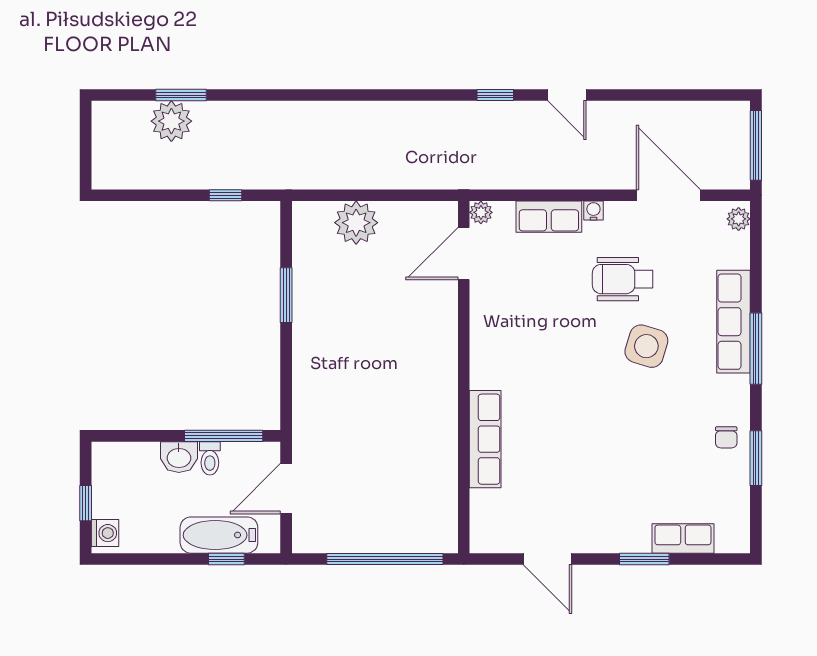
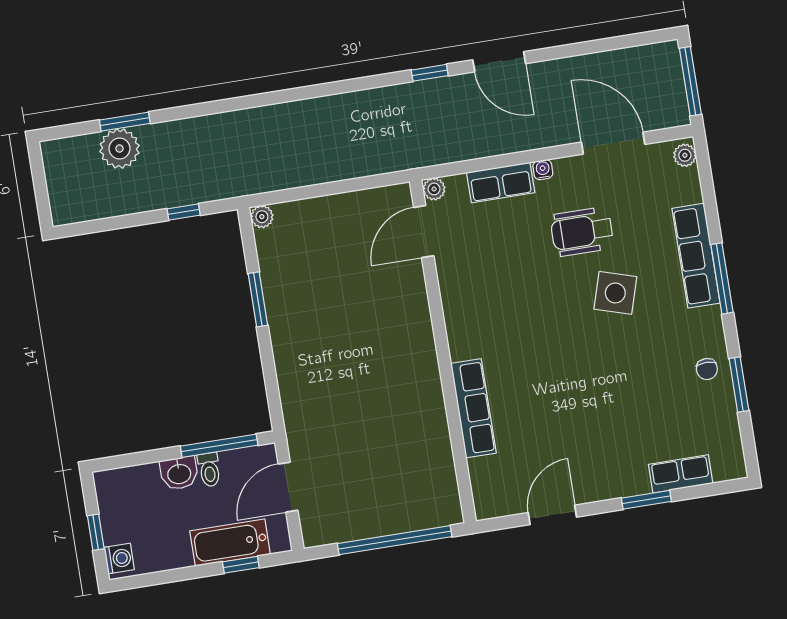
door: (567, 95) -> (499, 62), width x1.38
plant: (356, 223) -> (262, 217), moved, width x0.53, depth x0.53
door: (547, 559) -> (552, 515), swing flipped

